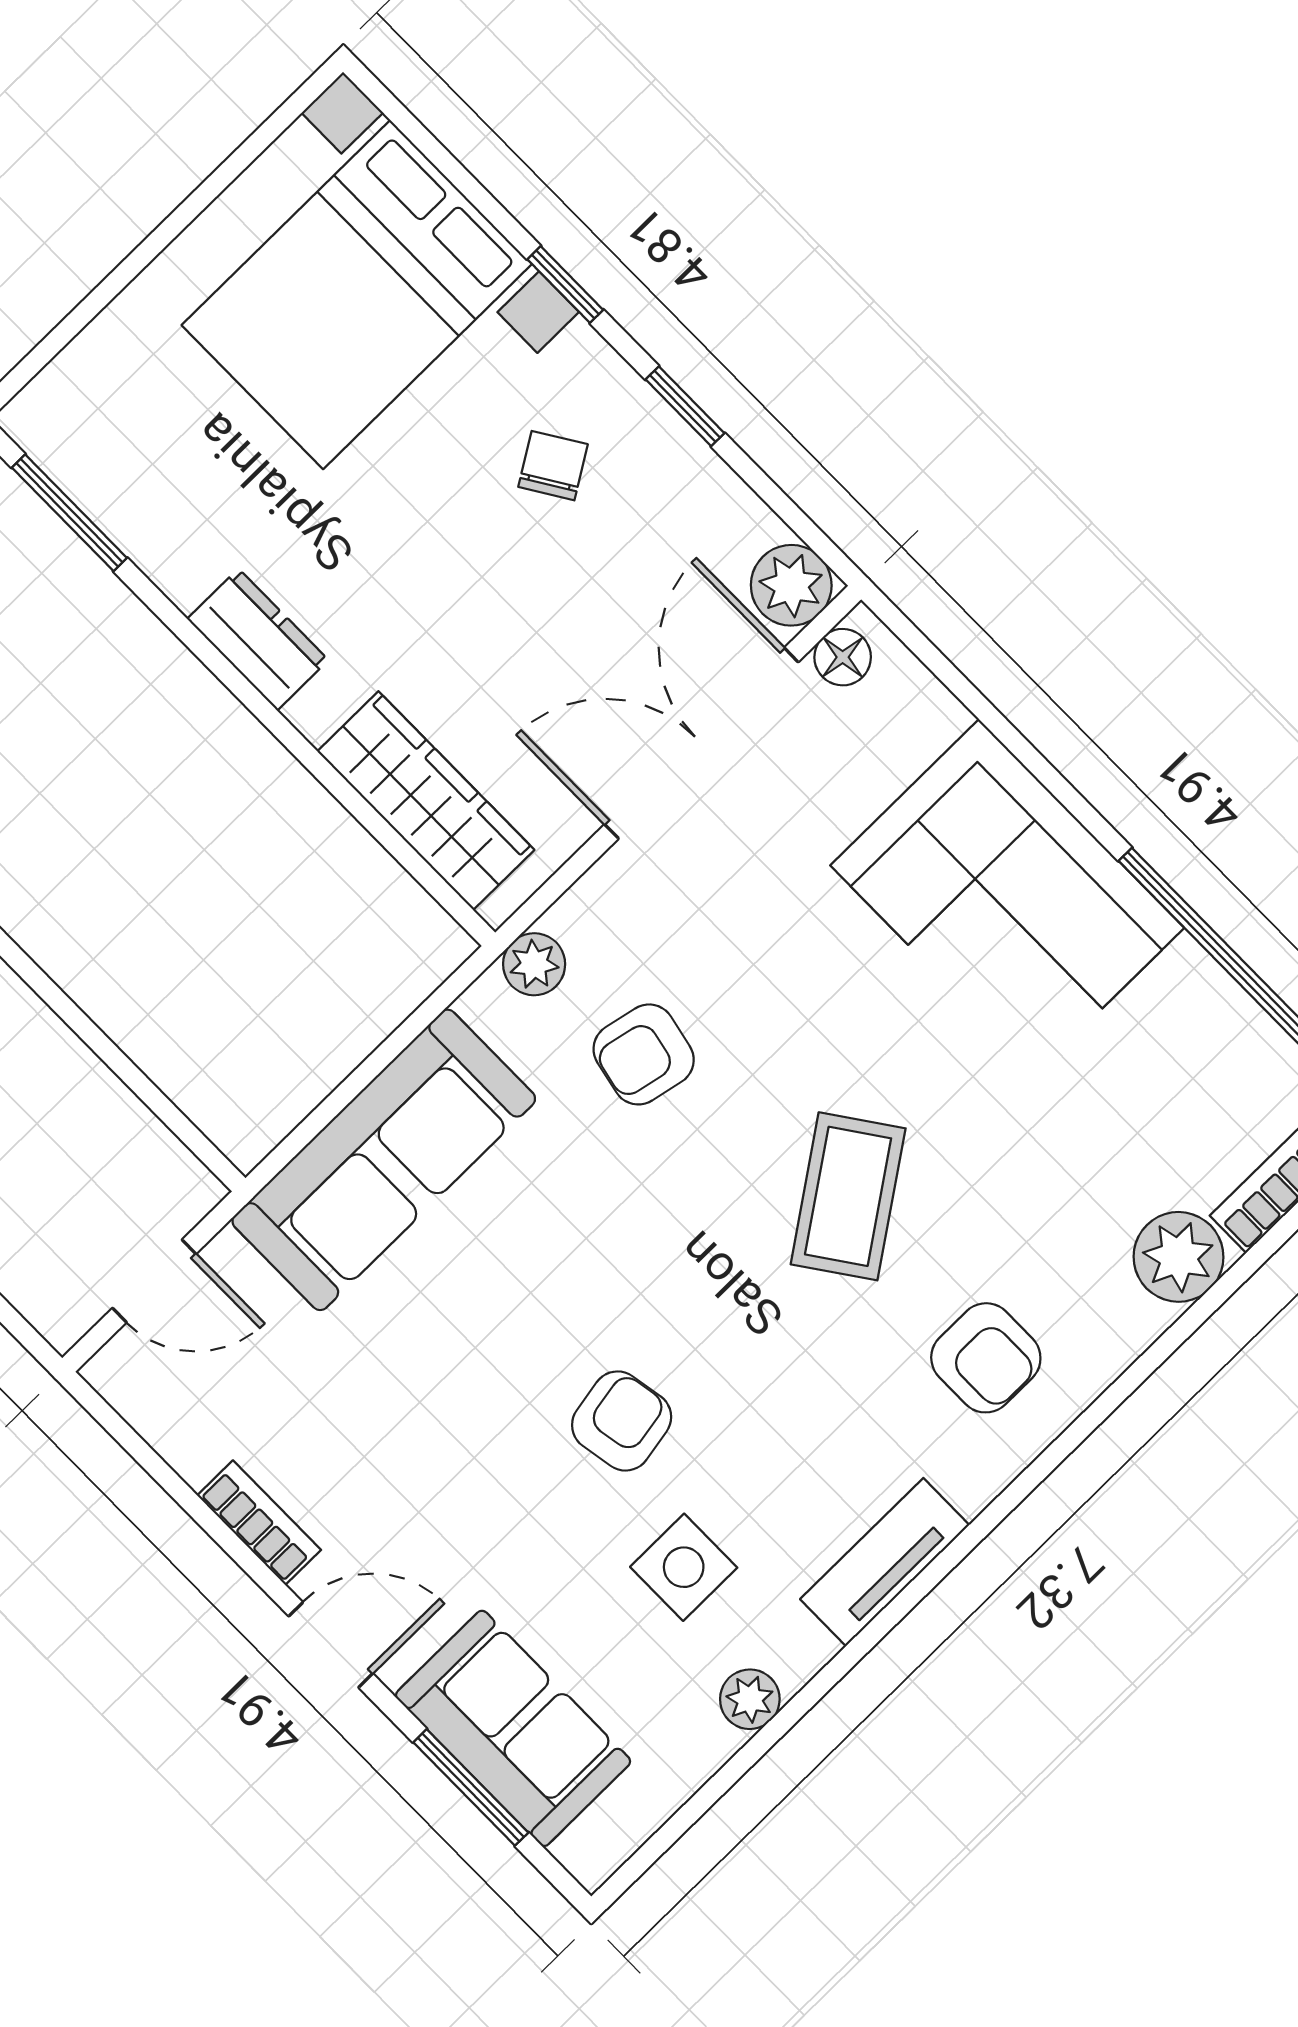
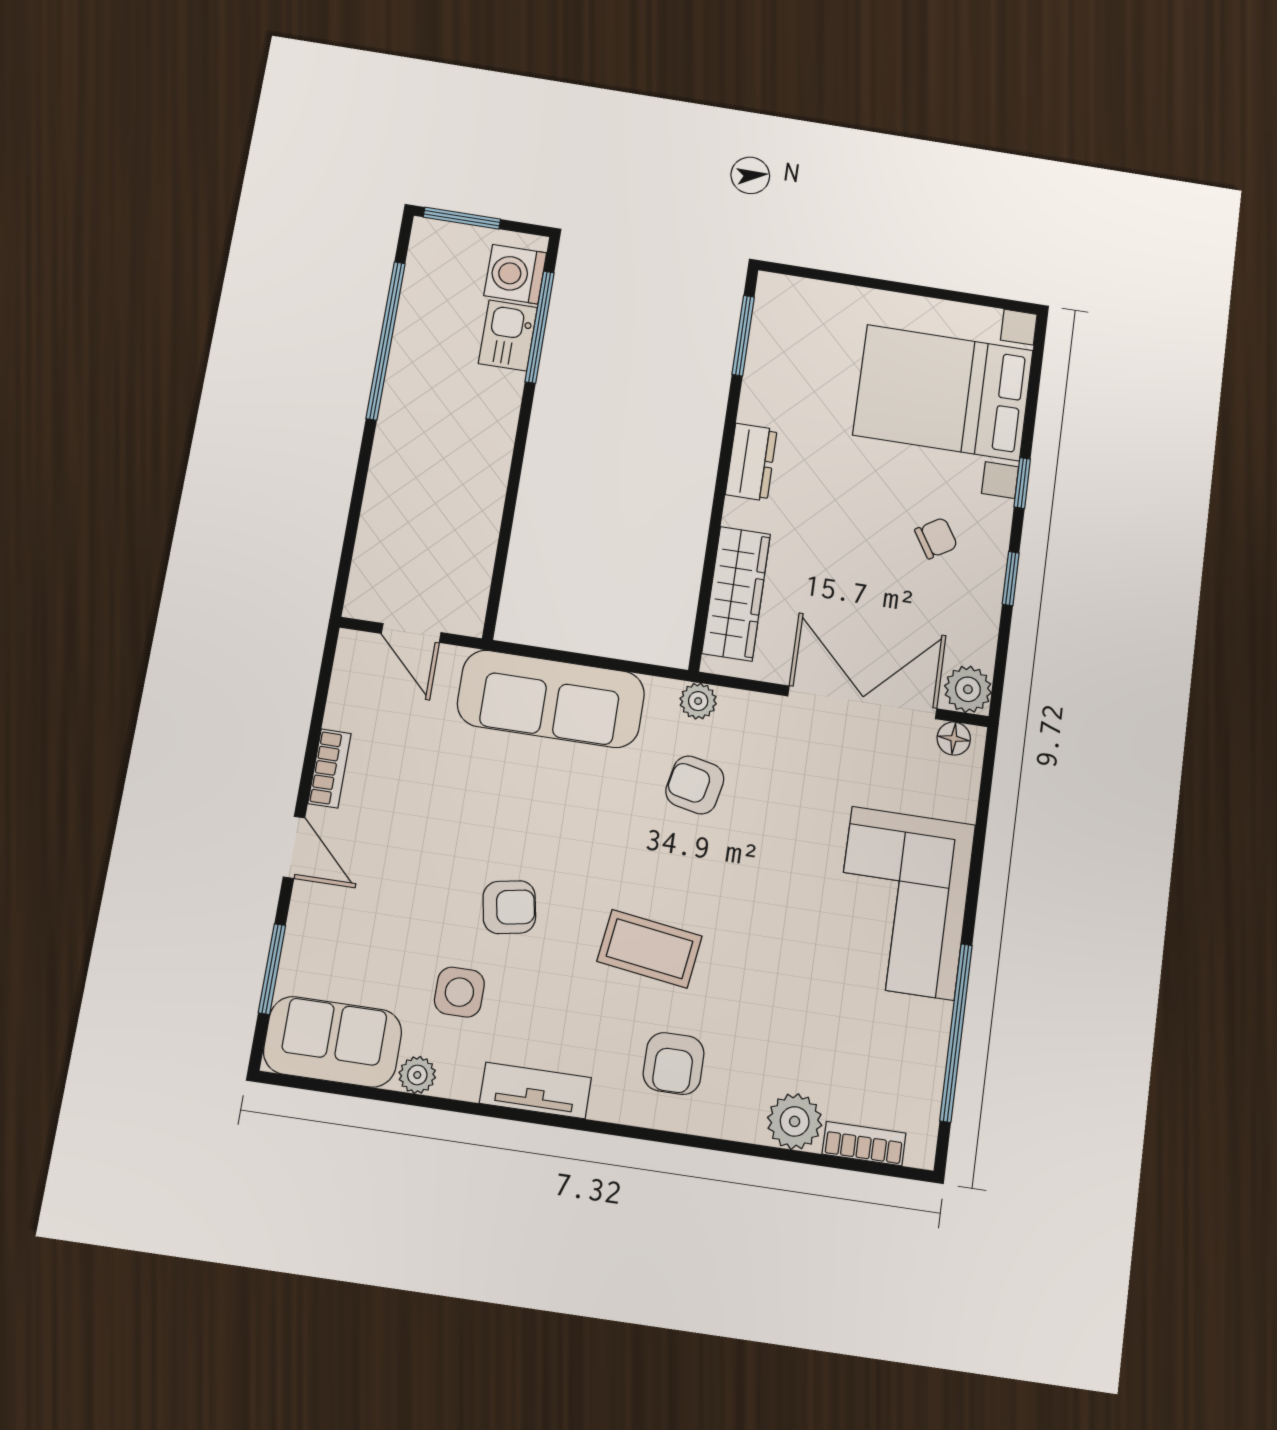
coffee table: (848, 1196) -> (649, 949), moved, turned 43
sofa: (513, 1728) -> (333, 1042), moved, turned -90

